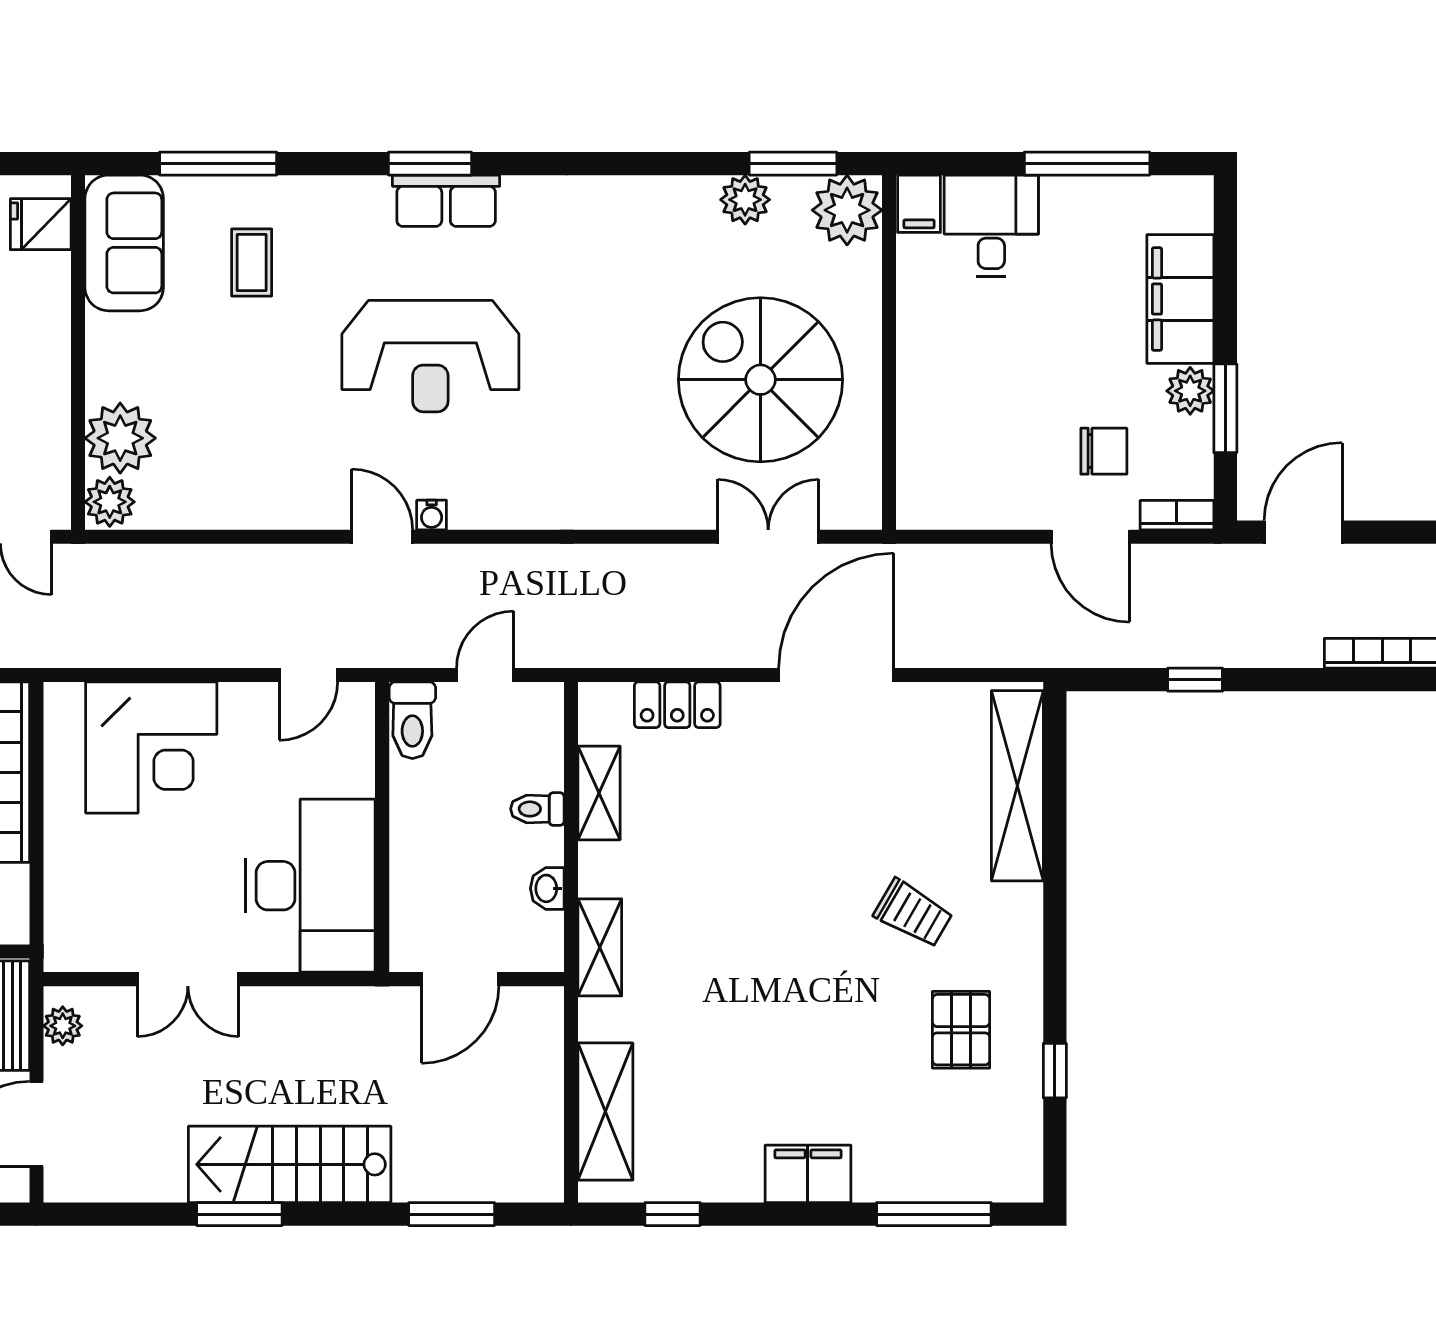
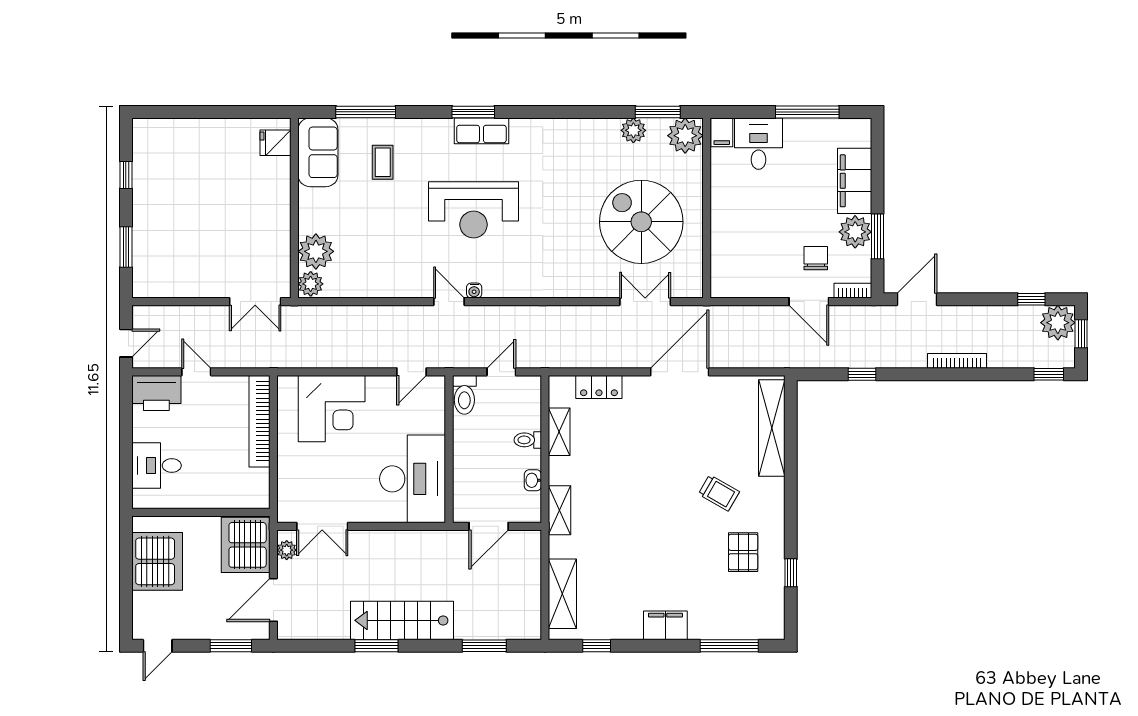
plant: (1190, 391) -> (855, 232), width x1.36, depth x1.36
chair: (1104, 451) -> (816, 258), turned -90
double door: (188, 979) -> (322, 526), moved

